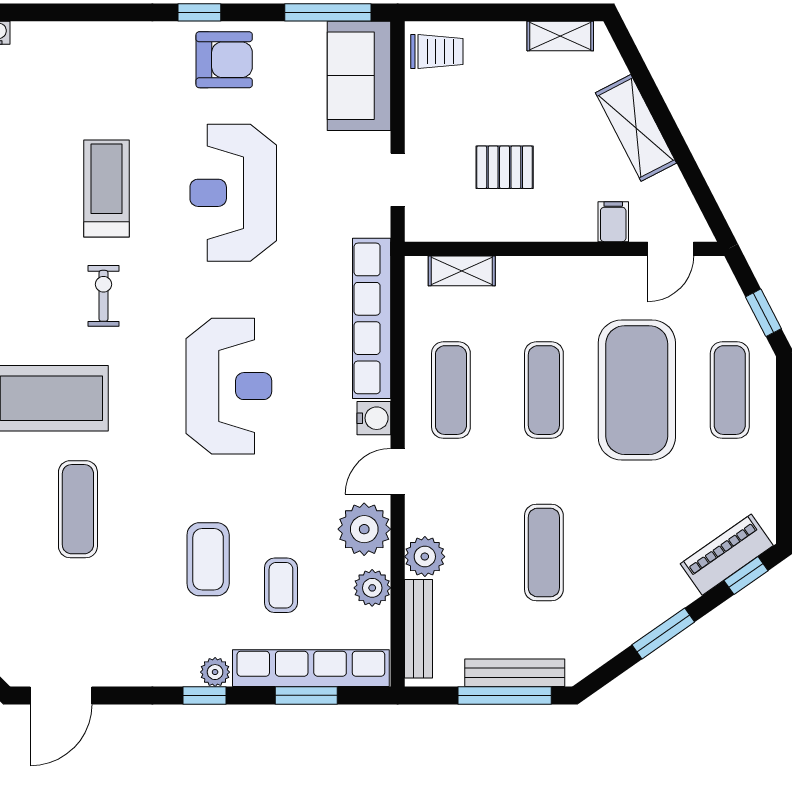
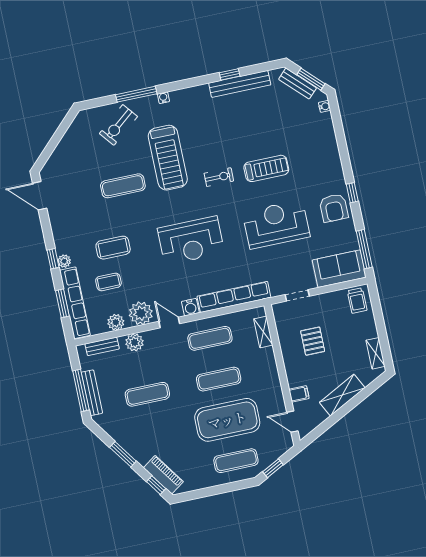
bench: (418, 629) -> (102, 346), width x0.73

